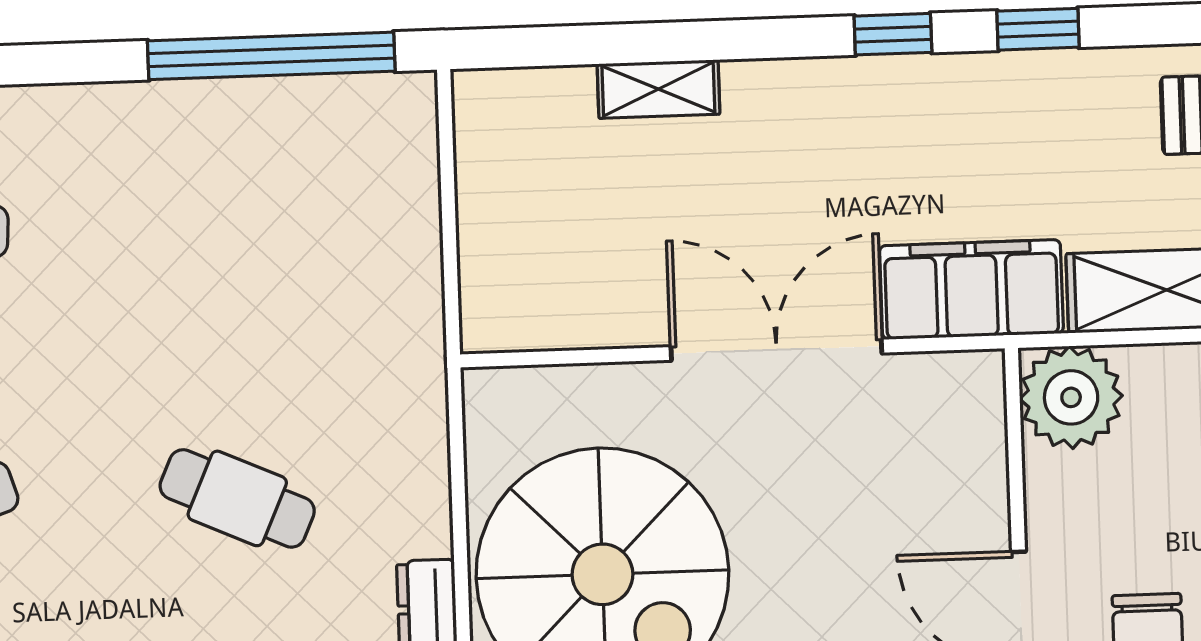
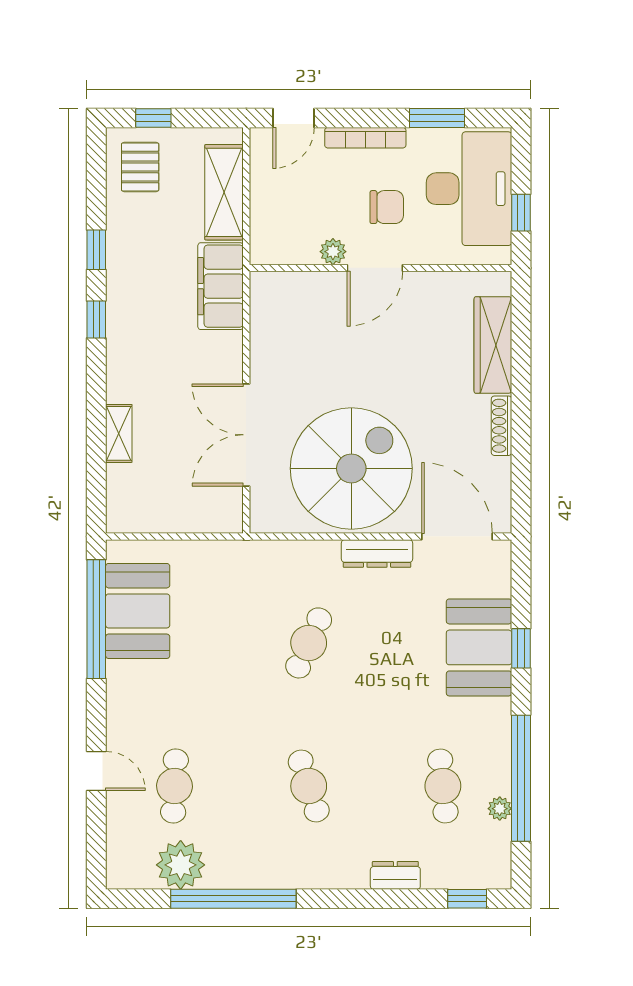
booth: (291, 141) -> (138, 611), added
double door: (776, 350) -> (246, 435), moved
plant: (1071, 397) -> (333, 252), moved, width x0.53, depth x0.53

